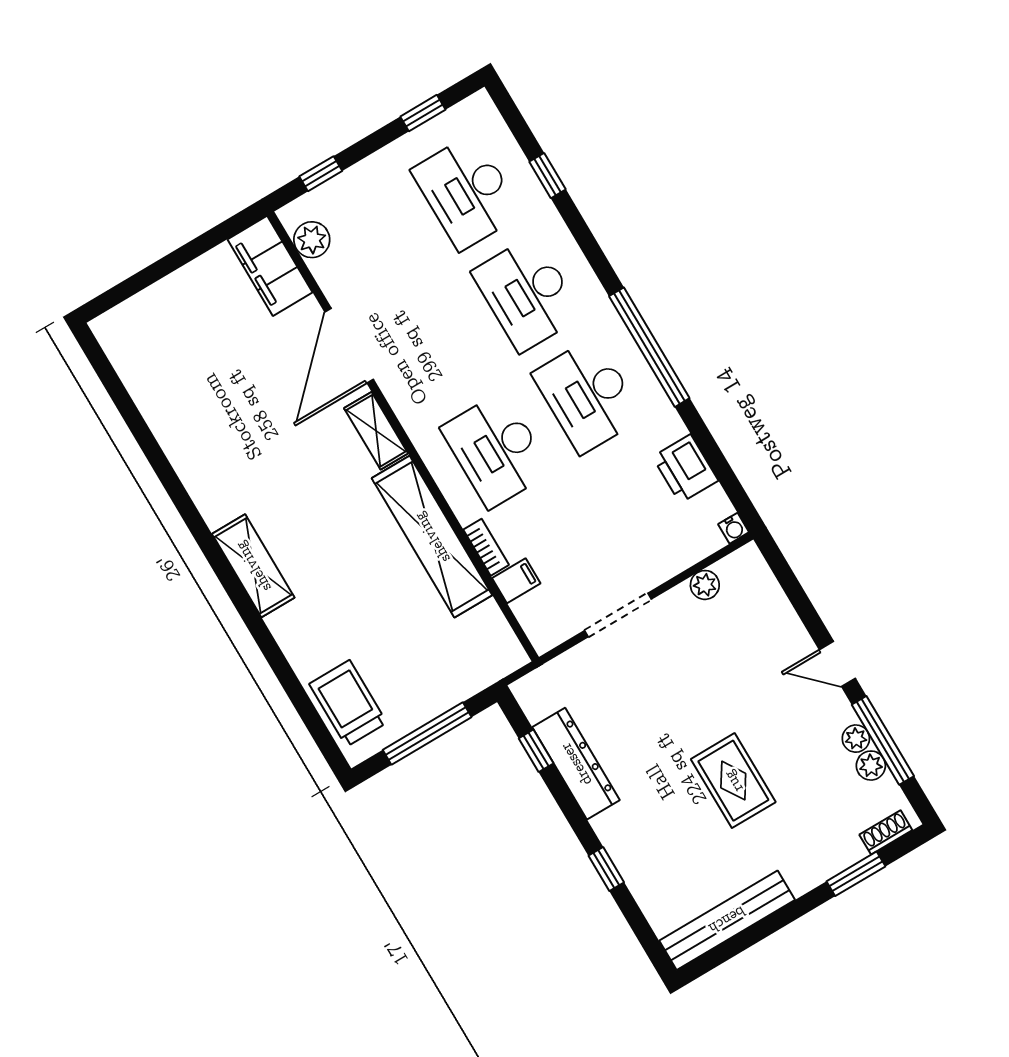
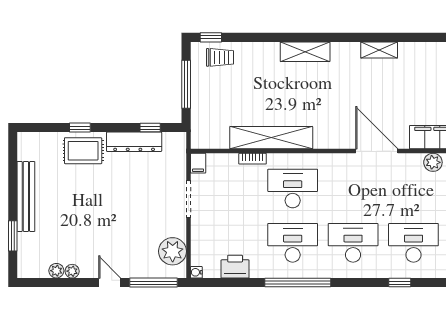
shelving: (376, 431) -> (379, 50), moved
filing cabinet: (516, 581) -> (198, 163), moved
plant: (705, 585) -> (173, 251), width x1.88, depth x1.88
door: (837, 664) -> (110, 283), hinge flipped
trolley: (348, 703) -> (220, 57), width x0.73, depth x0.72
window: (323, 739) -> (211, 37), added
window: (883, 740) -> (154, 283), moved
rug: (733, 781) -> (83, 151), moved
shoe rack: (886, 832) -> (23, 260), removed
bench: (727, 920) -> (26, 196), moved

